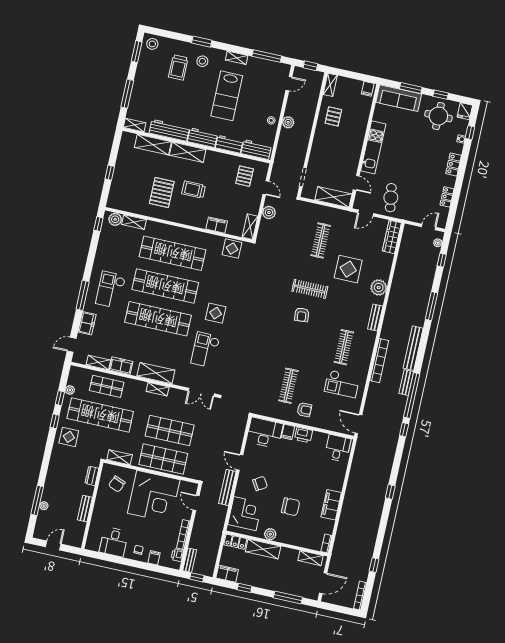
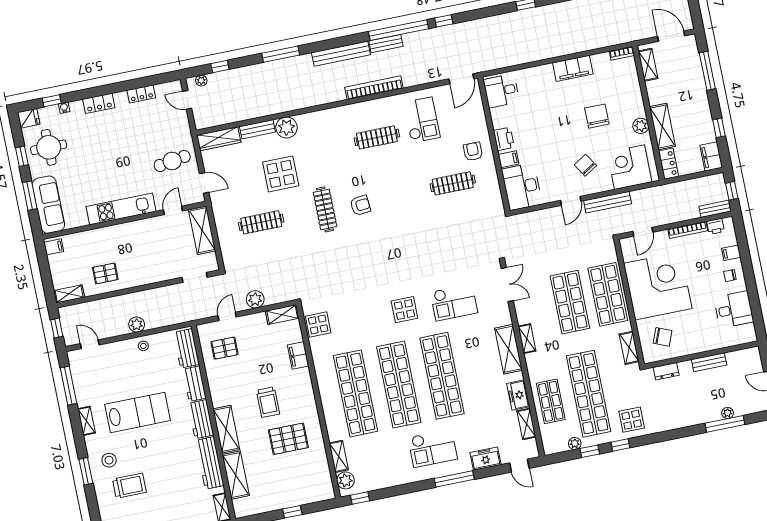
bench: (375, 318) -> (257, 129), moved

